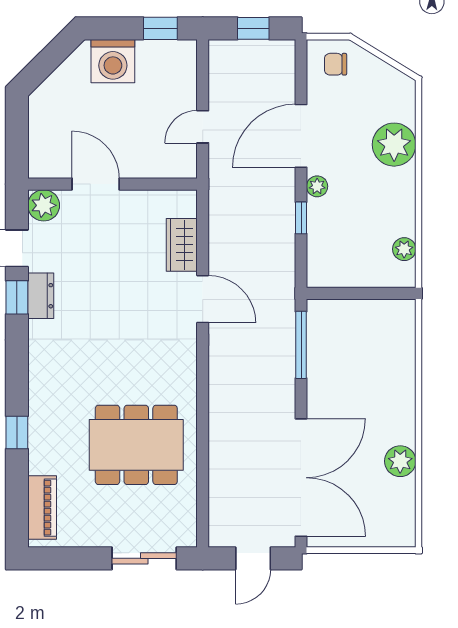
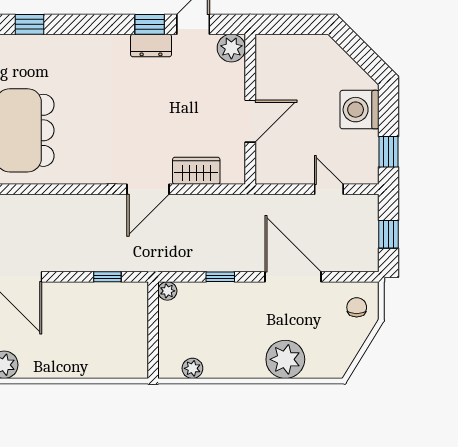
door: (203, 127) -> (329, 189), moved
door: (96, 184) -> (250, 121), moved
plant: (317, 186) -> (167, 291), moved
window: (301, 345) -> (107, 277), width x0.46

